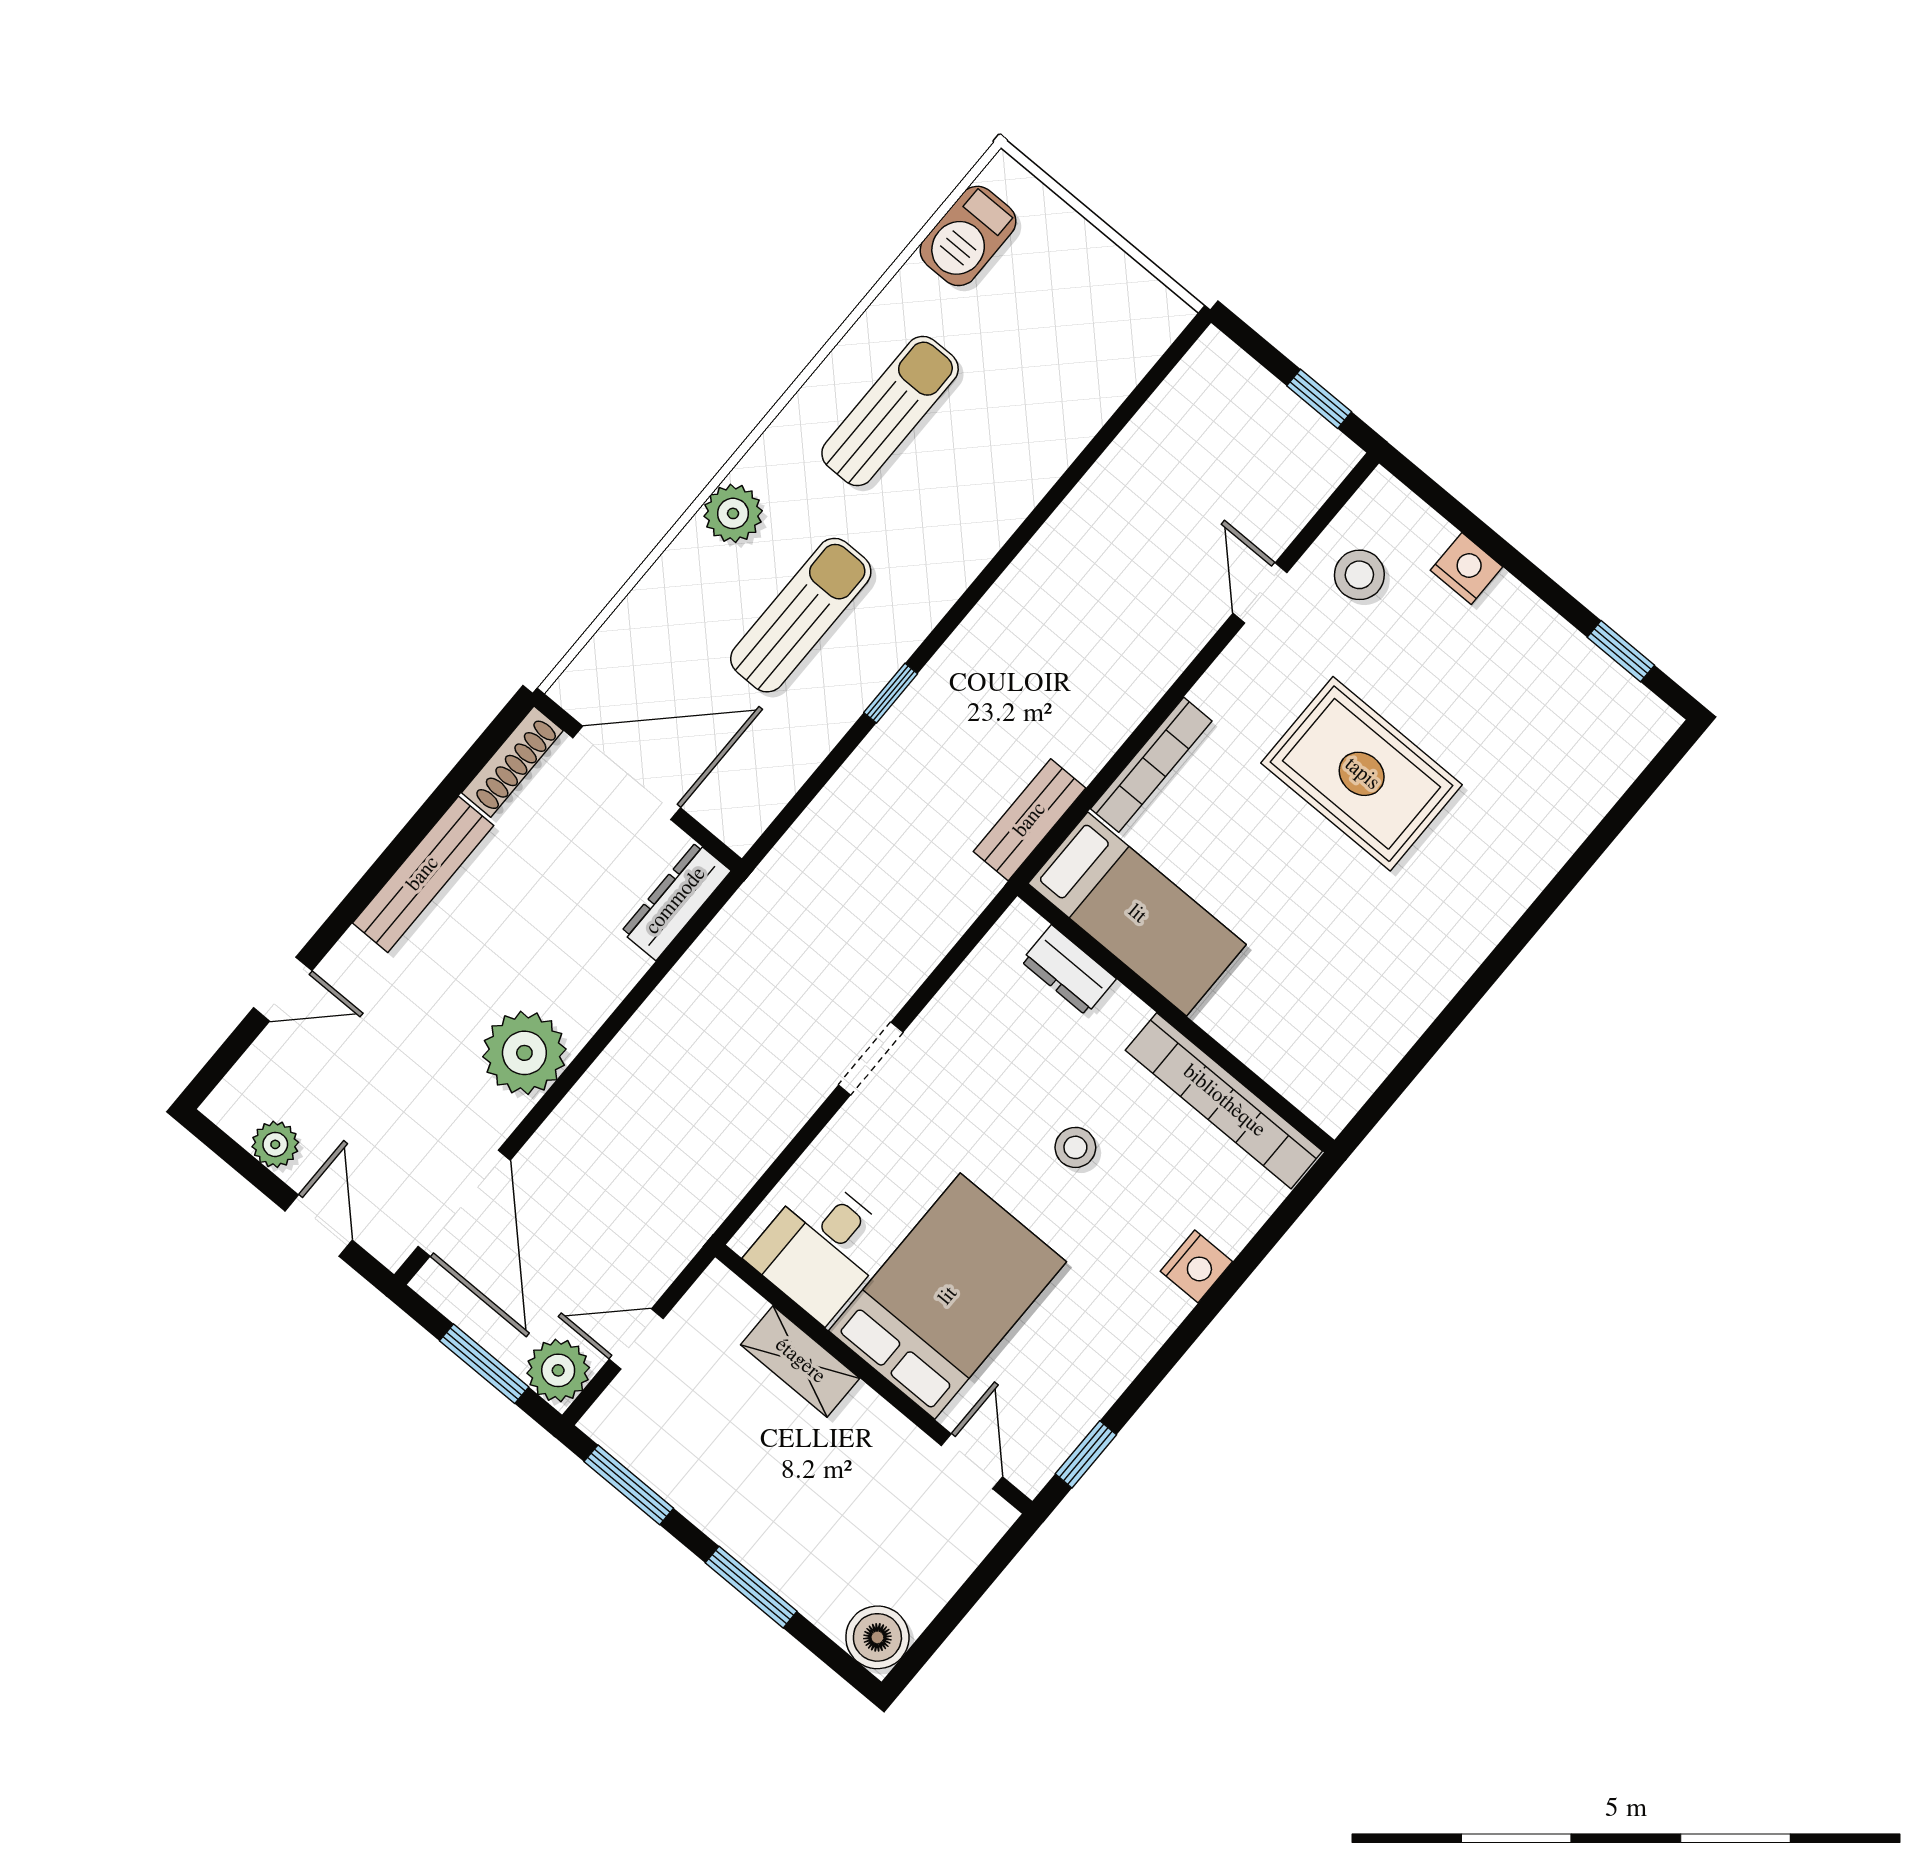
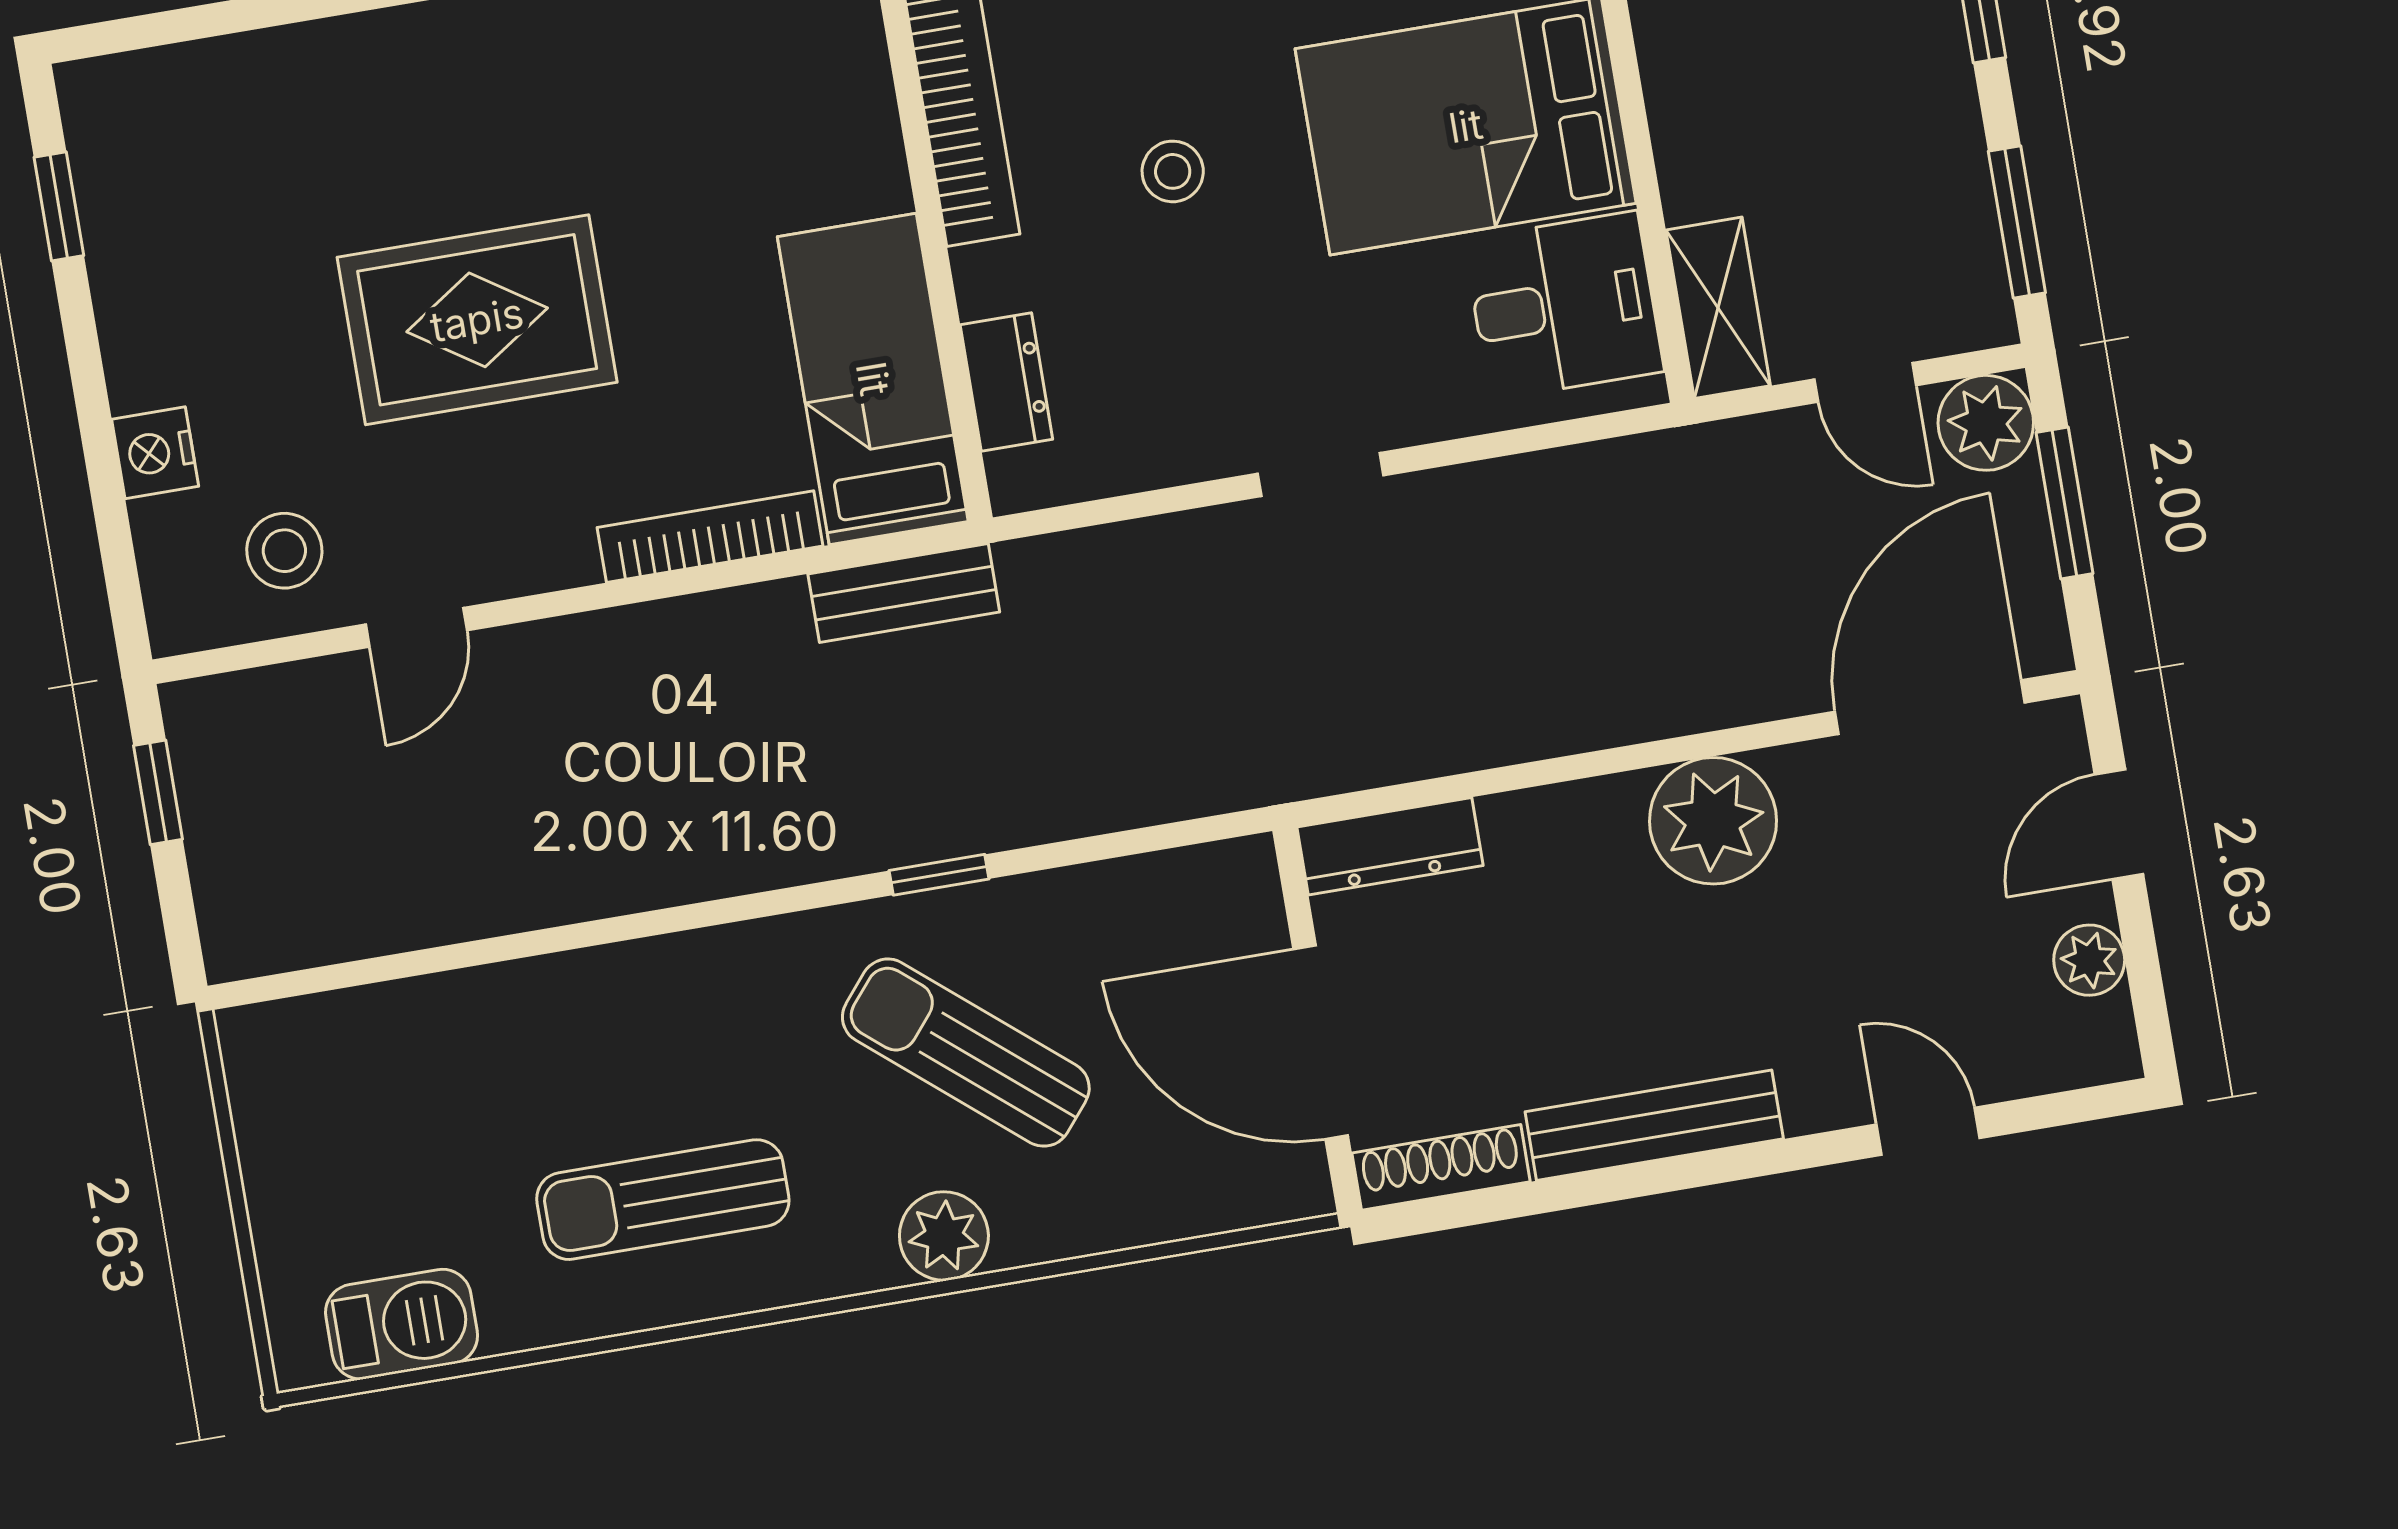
sun lounger: (801, 615) -> (966, 1053), turned 40
rug: (1362, 774) -> (477, 320), turned 90
shelving: (800, 1361) -> (1718, 308), moved

